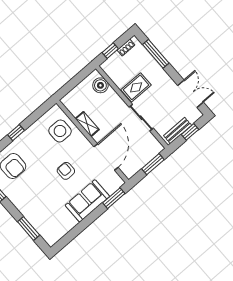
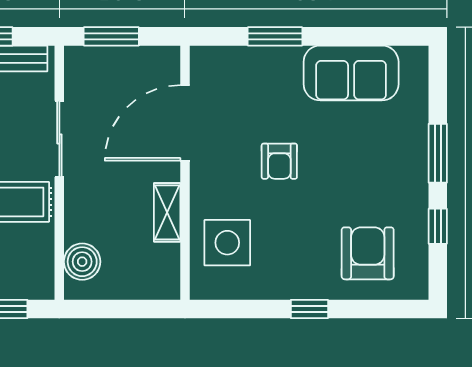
window: (114, 198) -> (275, 36), moved
sofa: (87, 201) -> (351, 73), moved
window: (29, 228) -> (438, 153), moved

